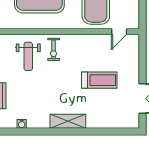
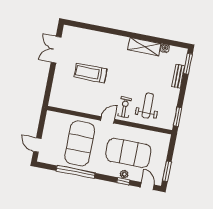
door: (119, 32) -> (108, 120), moved
shelving: (68, 121) -> (144, 47), moved

